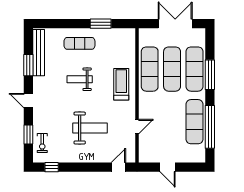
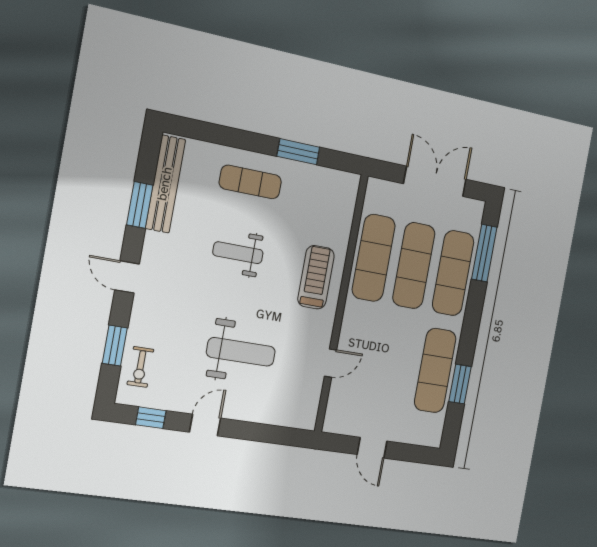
window: (210, 75) -> (484, 253), moved
window: (210, 127) -> (460, 384), width x0.47
door: (118, 167) -> (205, 425), moved

